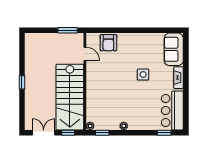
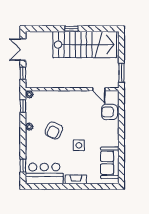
sofa: (174, 49) -> (110, 163), moved, turned -90
door: (85, 54) -> (99, 89), hinge flipped
stairs: (70, 97) -> (85, 45), moved, turned 180
armchair: (128, 101) -> (54, 130), added
double door: (44, 133) -> (23, 50), swing flipped

